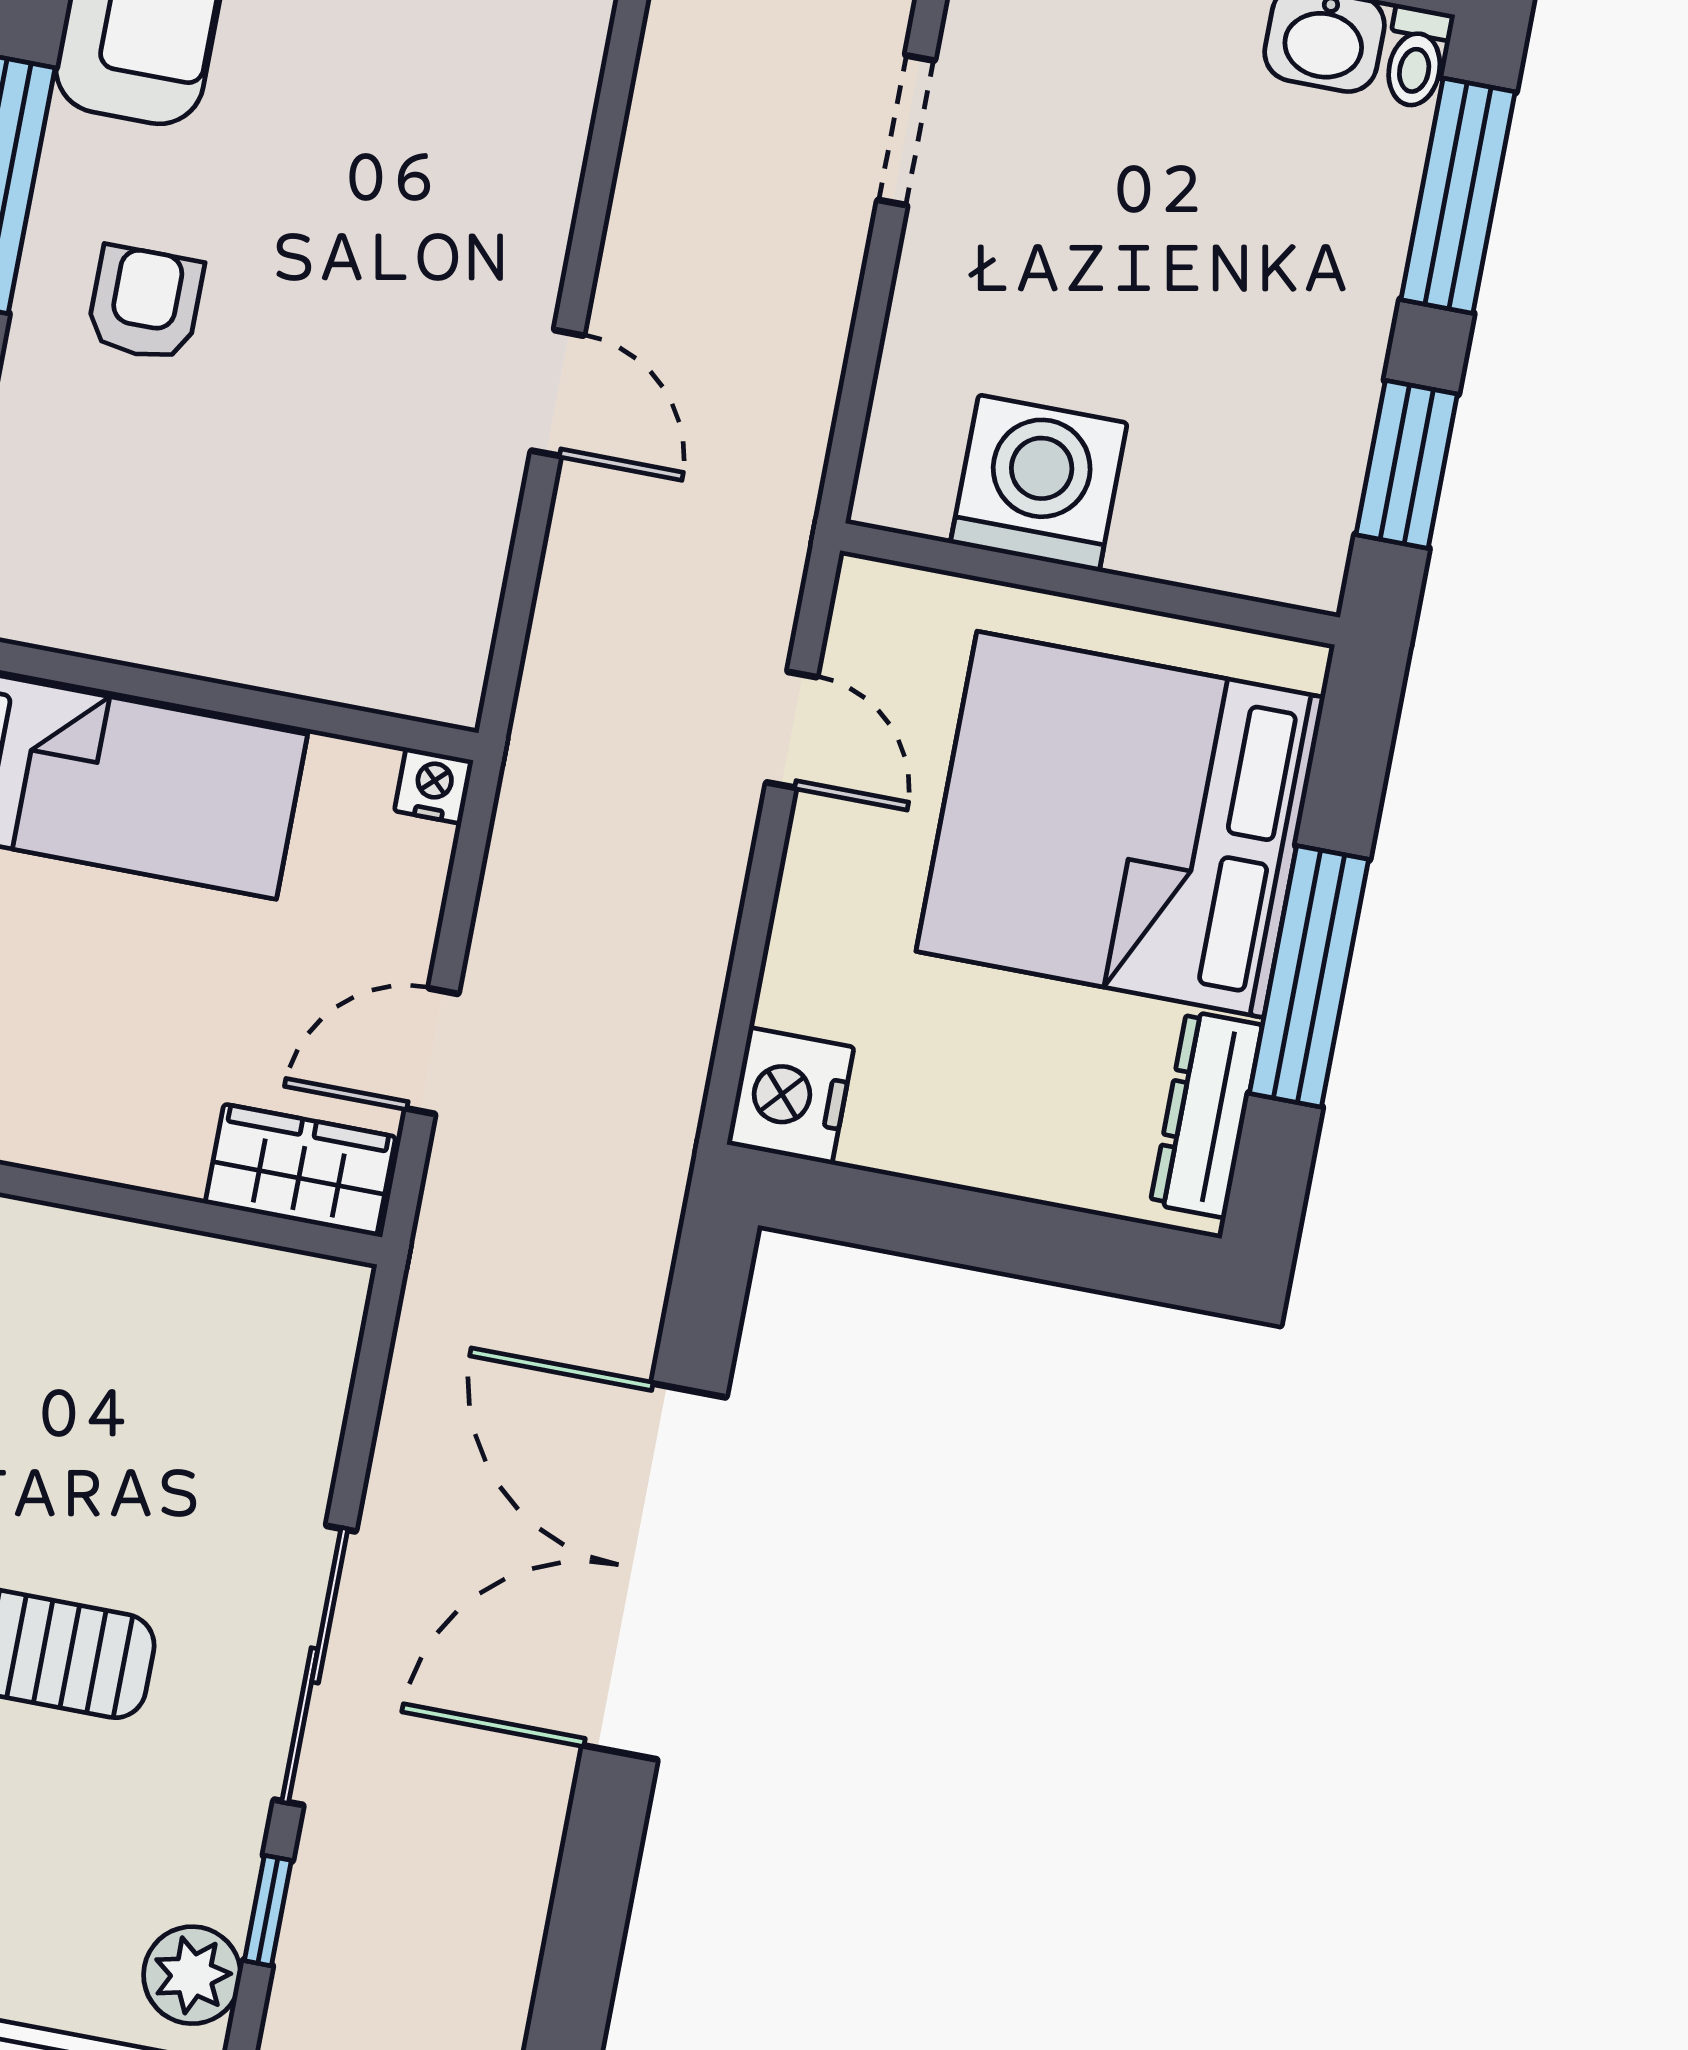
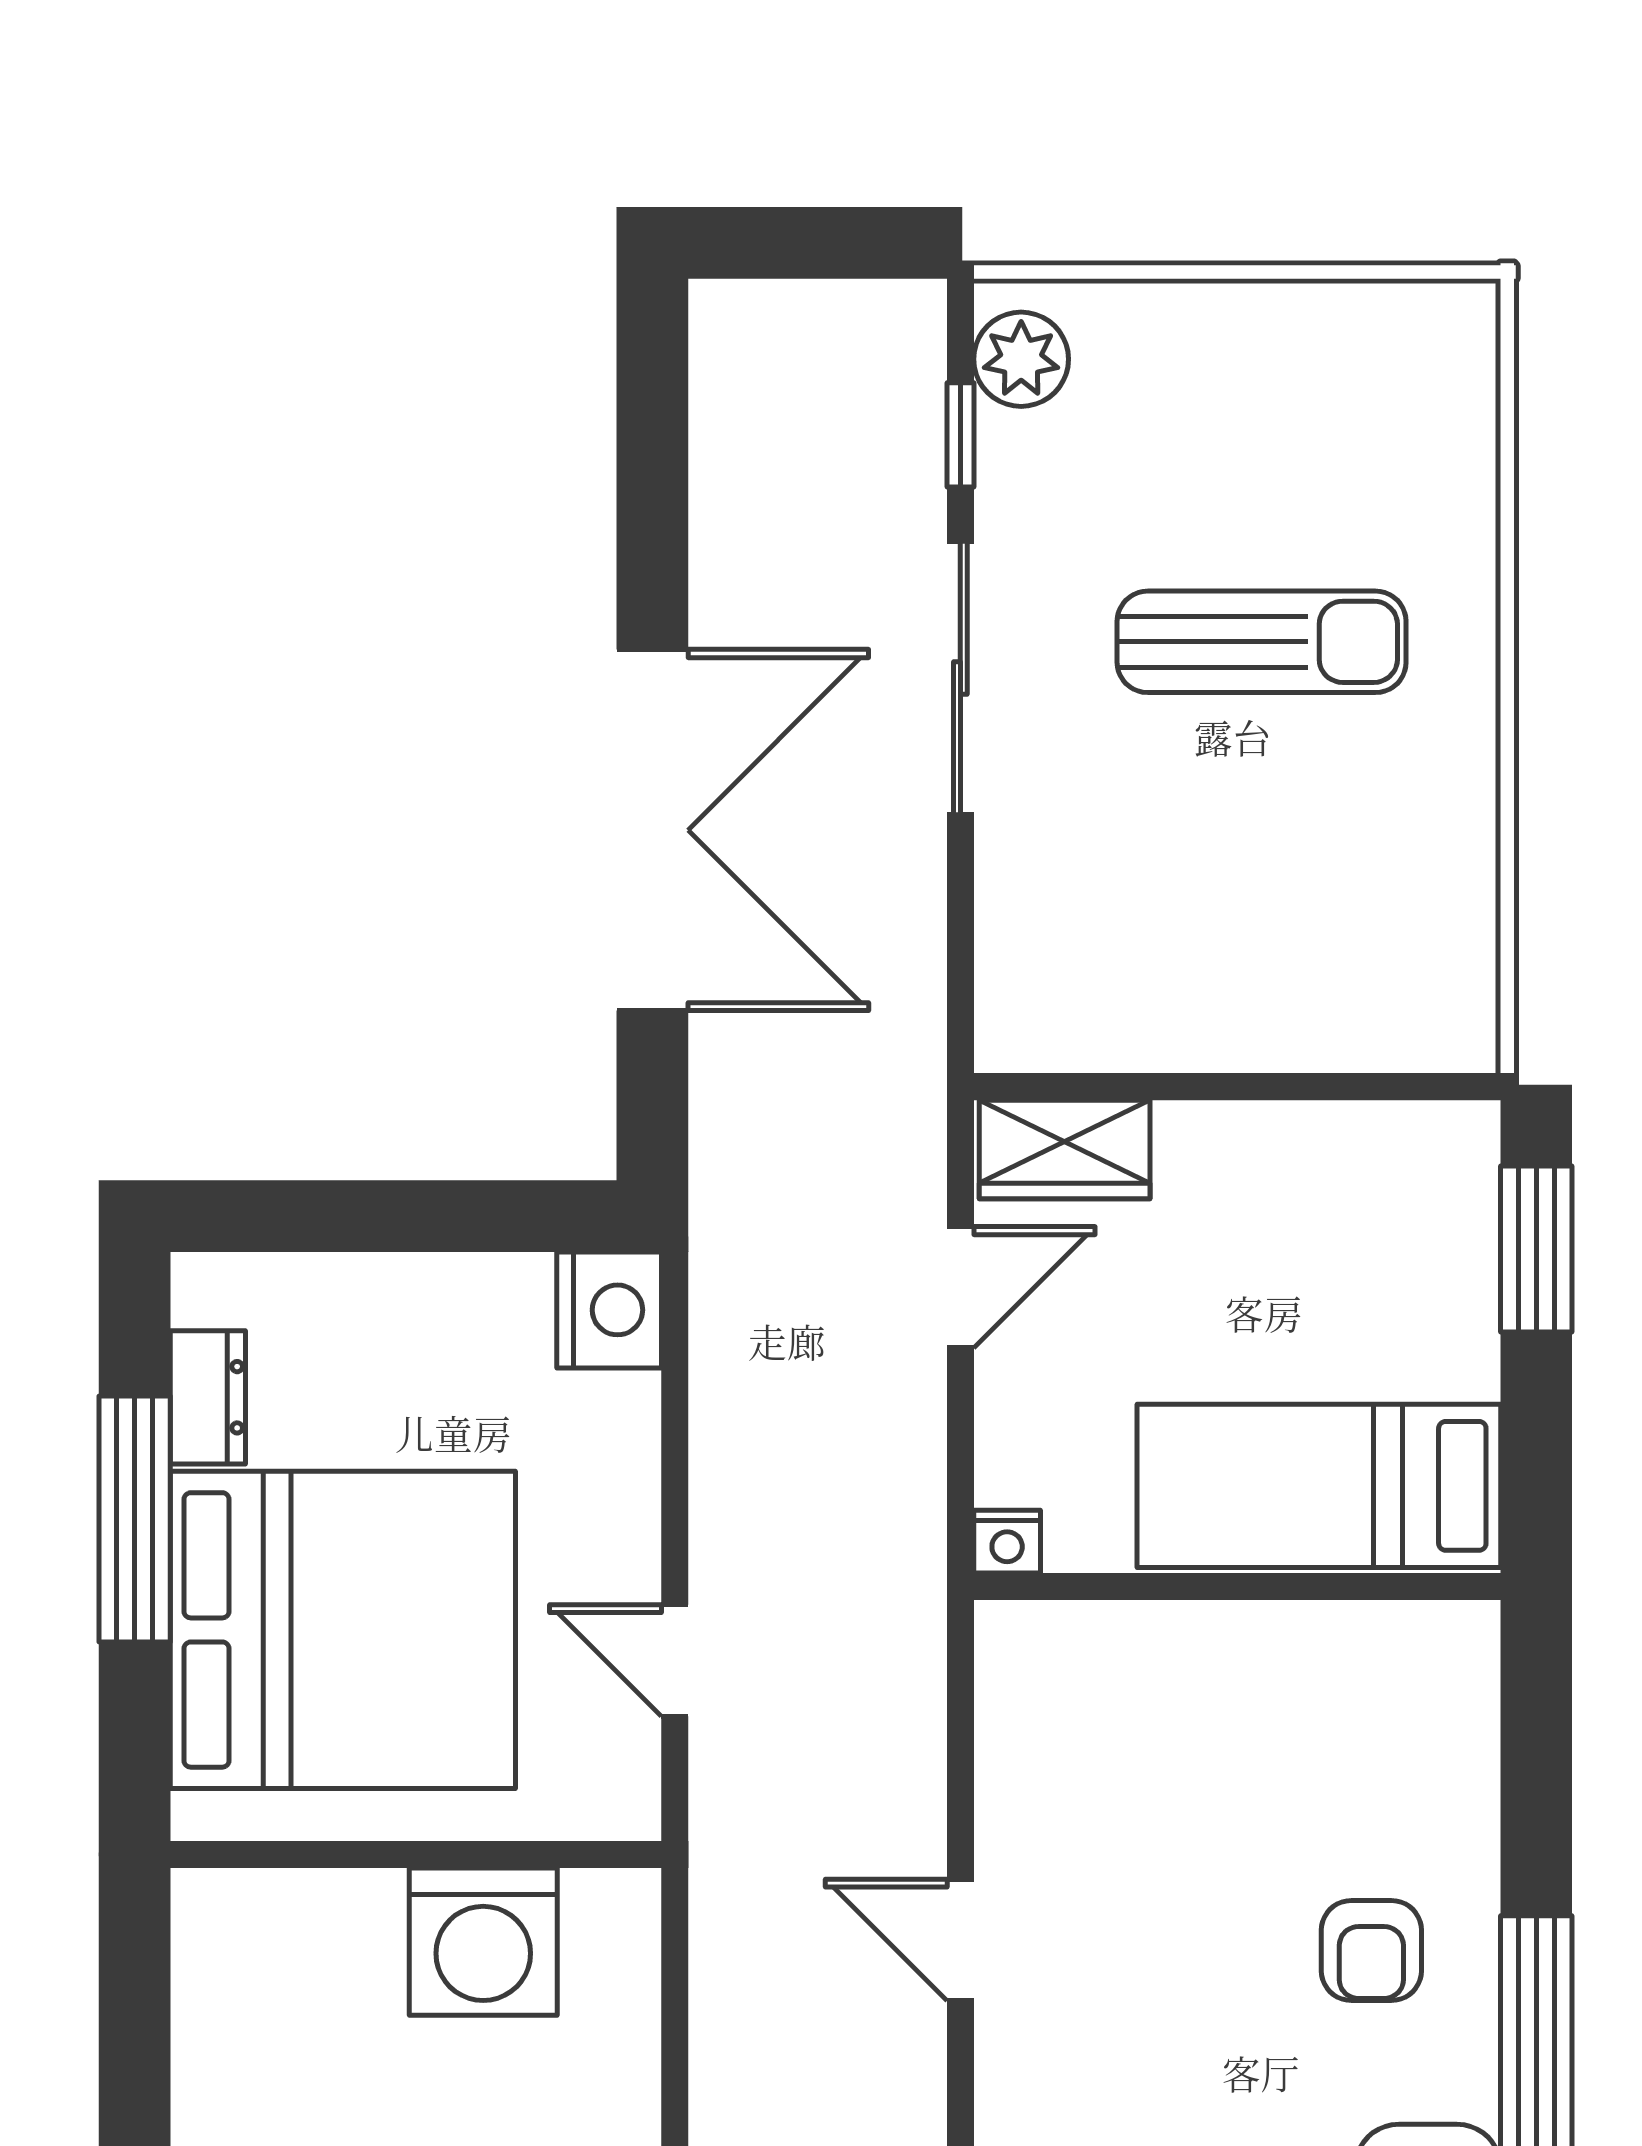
window: (1407, 464) -> (135, 2027), removed
dresser: (1206, 1114) -> (208, 1397), width x0.70

